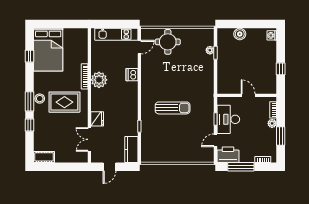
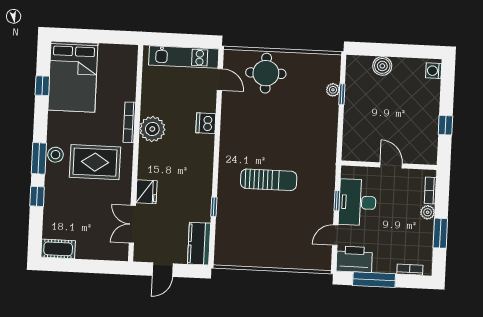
door: (139, 47) -> (220, 79), hinge flipped

